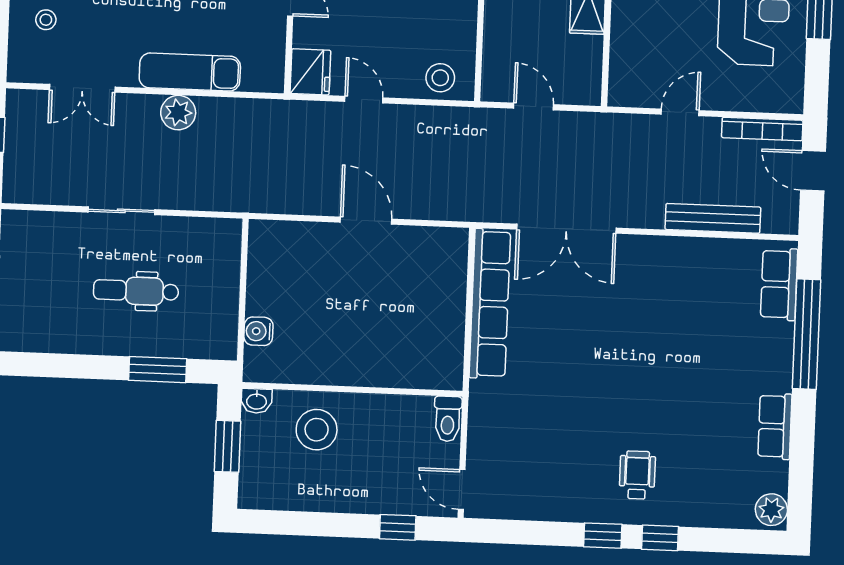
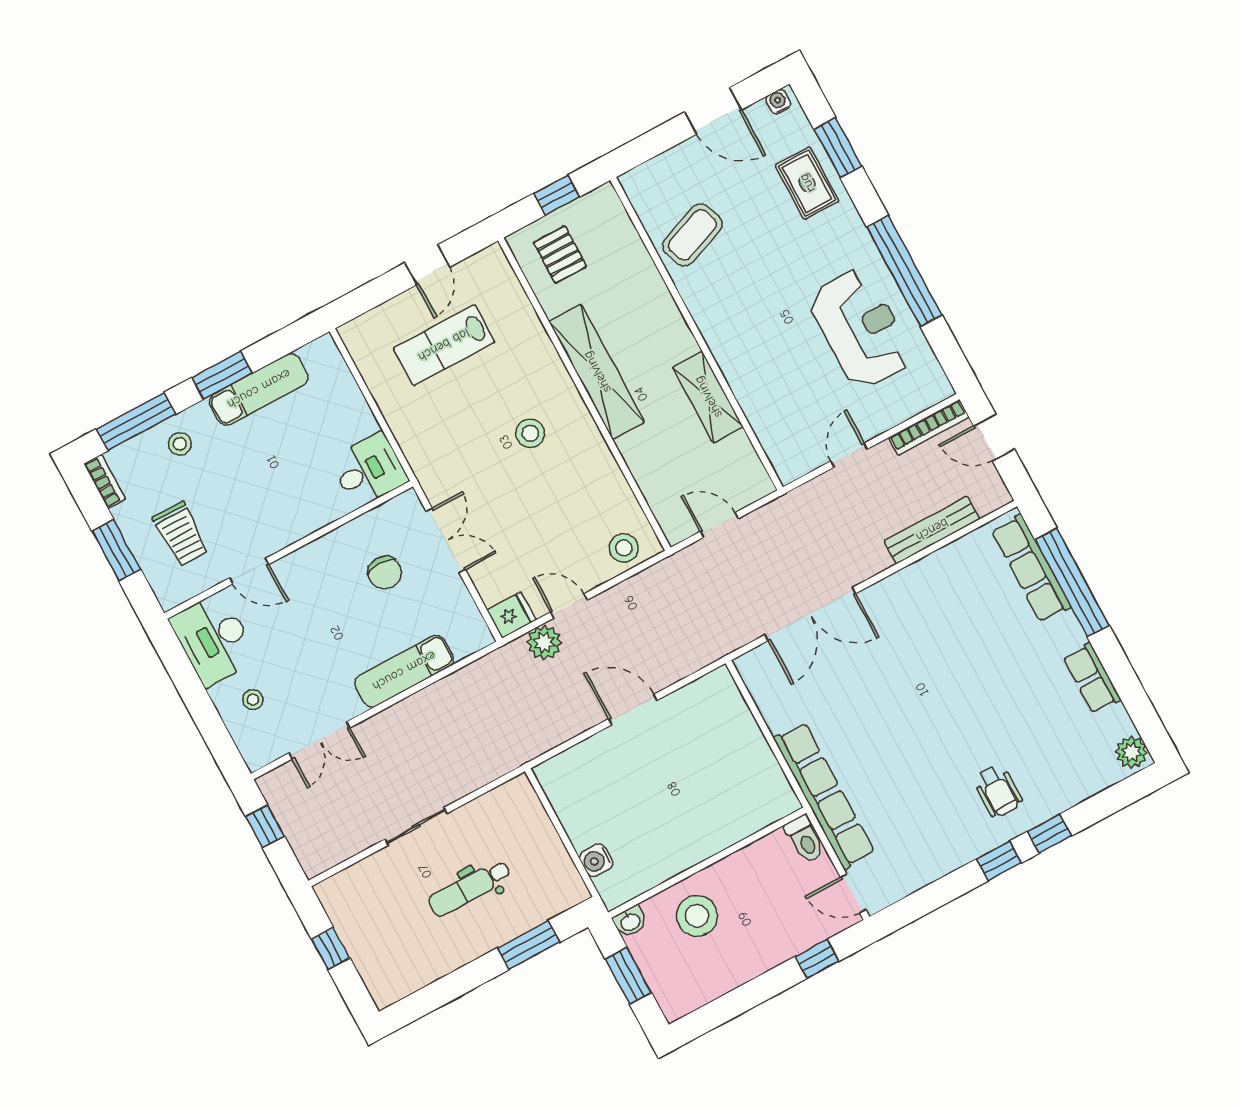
fridge: (310, 72) -> (511, 615), width x0.72
plant: (178, 113) -> (544, 643), moved
row of seats: (779, 284) -> (1031, 568), width x1.48
row of seats: (490, 304) -> (824, 796), moved
wheelchair: (637, 475) -> (998, 791), turned 180

